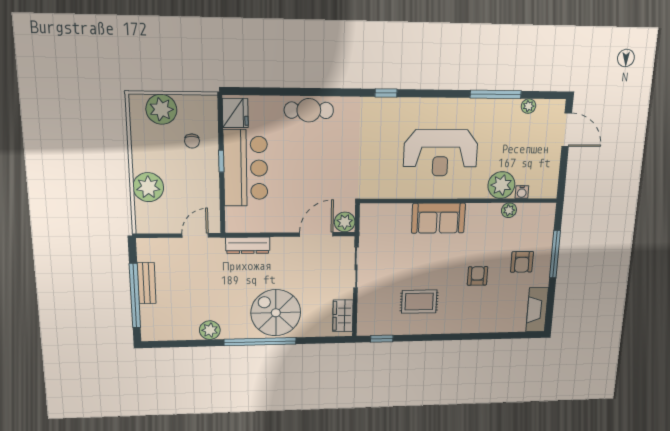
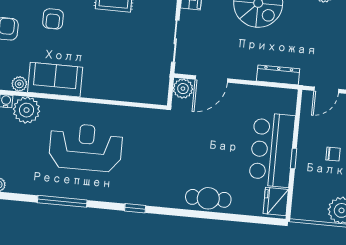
window: (496, 94) -> (62, 201), moved
chair: (192, 141) -> (333, 154), moved, turned 90
sofa: (438, 218) -> (55, 80), moved

